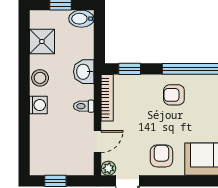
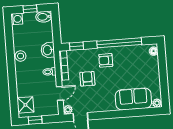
shower: (42, 41) -> (25, 105), moved
washing machine: (38, 105) -> (17, 19), moved
armchair: (161, 156) -> (87, 79), moved

